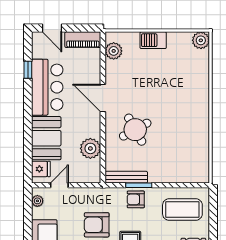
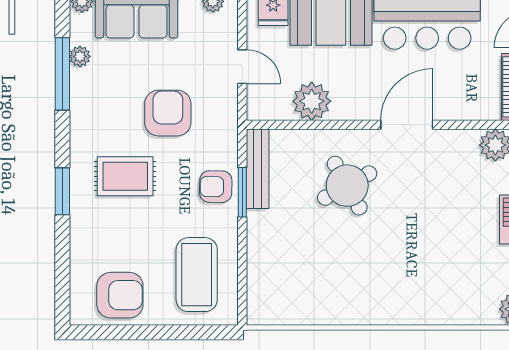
door: (59, 185) -> (242, 67), moved
armchair: (136, 199) -> (216, 187), turned -89

